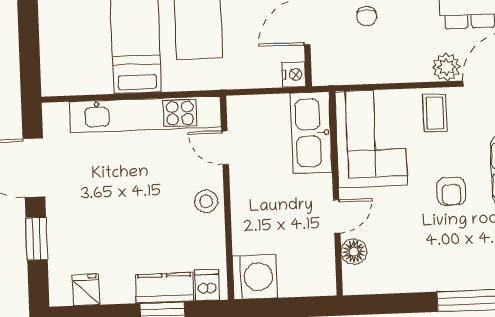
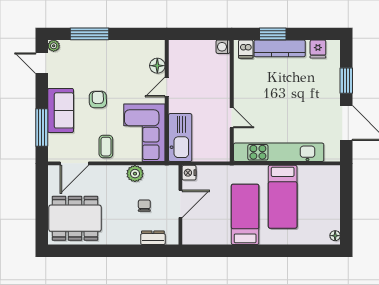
plant: (446, 67) -> (135, 174), moved
door: (225, 148) -> (232, 118), moved
stool: (206, 201) -> (244, 99), removed
washing machine: (255, 277) -> (223, 47), width x0.53, depth x0.53
kitchen counter: (165, 288) -> (280, 48), width x1.50

